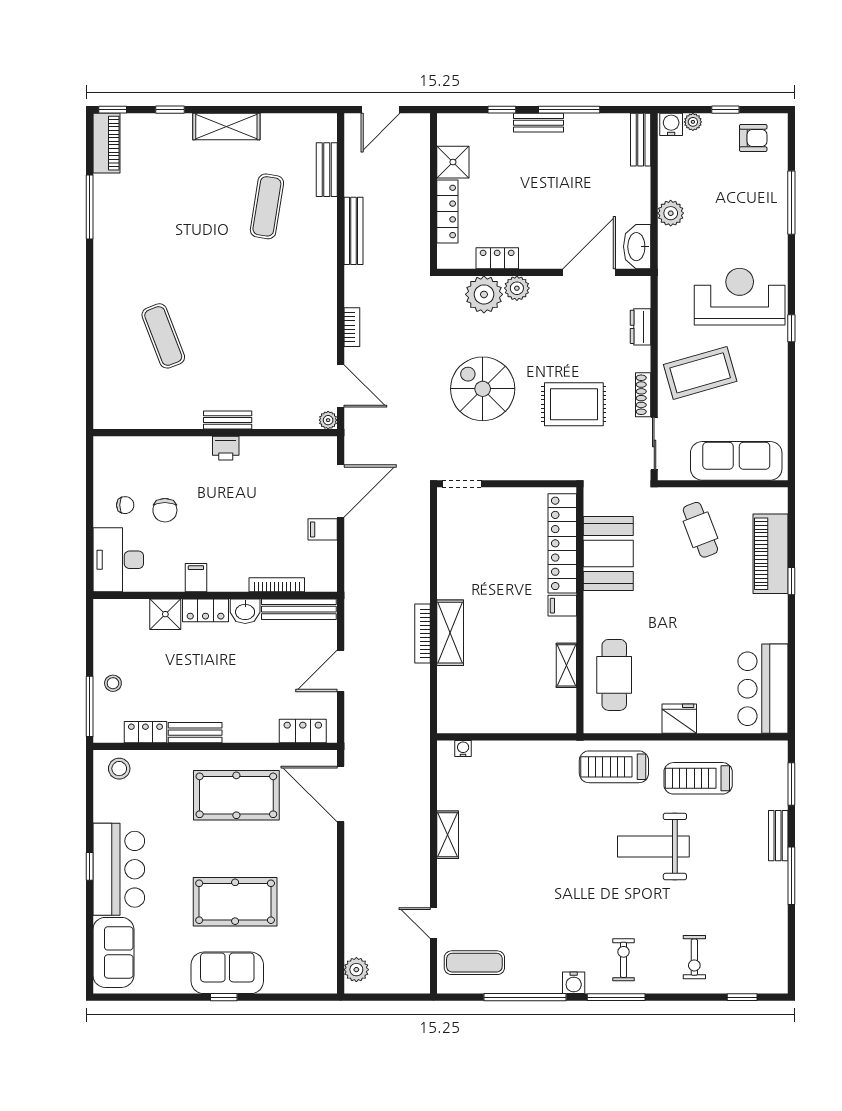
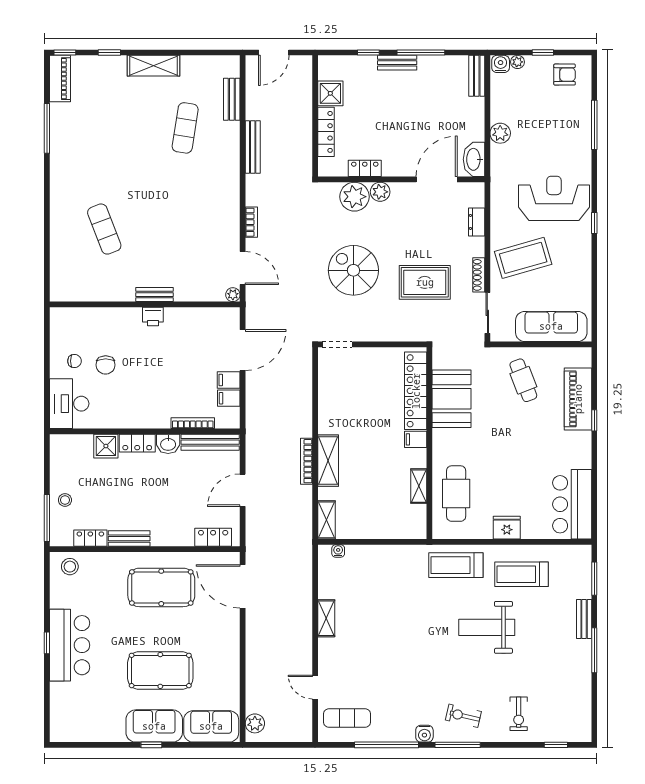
filing cabinet: (196, 578) -> (229, 398), moved, turned -90
shelving: (448, 709) -> (326, 520), added
sofa: (113, 952) -> (211, 726), moved, turned -90
exercise bike: (624, 960) -> (463, 716), turned -77

